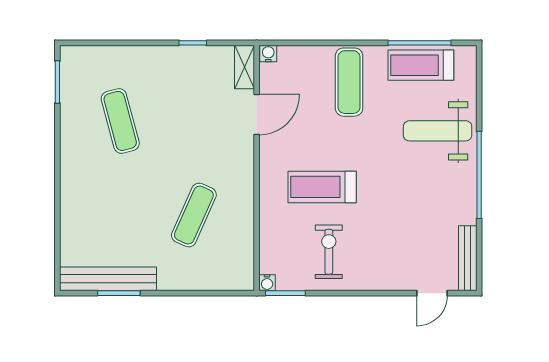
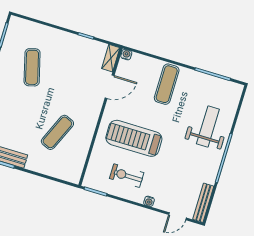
treadmill: (421, 65) -> (210, 87), removed
weight bench: (438, 131) -> (208, 126), turned 90
treadmill: (322, 187) -> (134, 138), width x1.37, depth x1.38
exercise bike: (329, 252) -> (127, 176), turned -90
water cooler: (267, 283) -> (149, 201), moved

